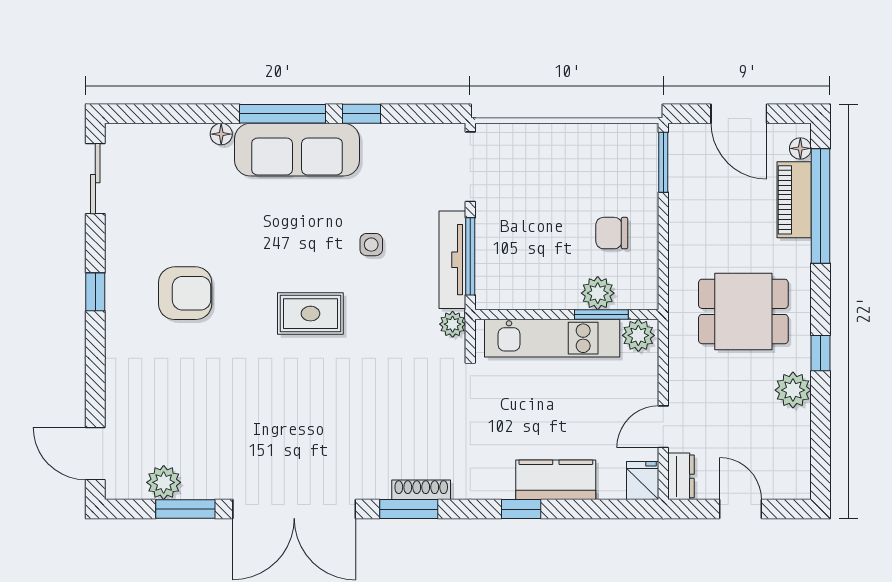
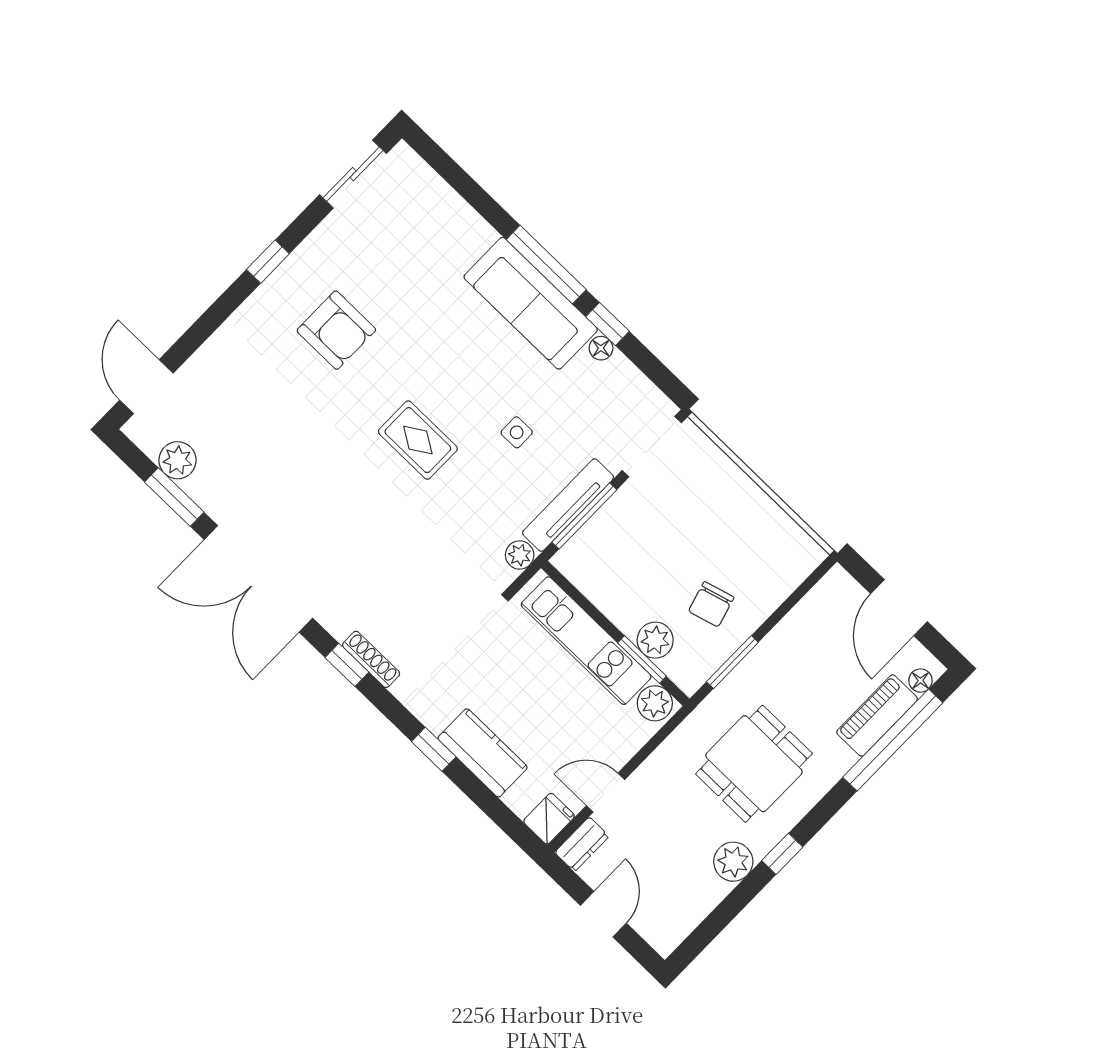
floor lamp: (221, 134) -> (601, 348), moved
window: (663, 162) -> (732, 662), moved
chair: (612, 233) -> (711, 604), turned -106
dining table: (743, 311) -> (754, 764), turned 90
window: (409, 509) -> (347, 665), width x0.67

